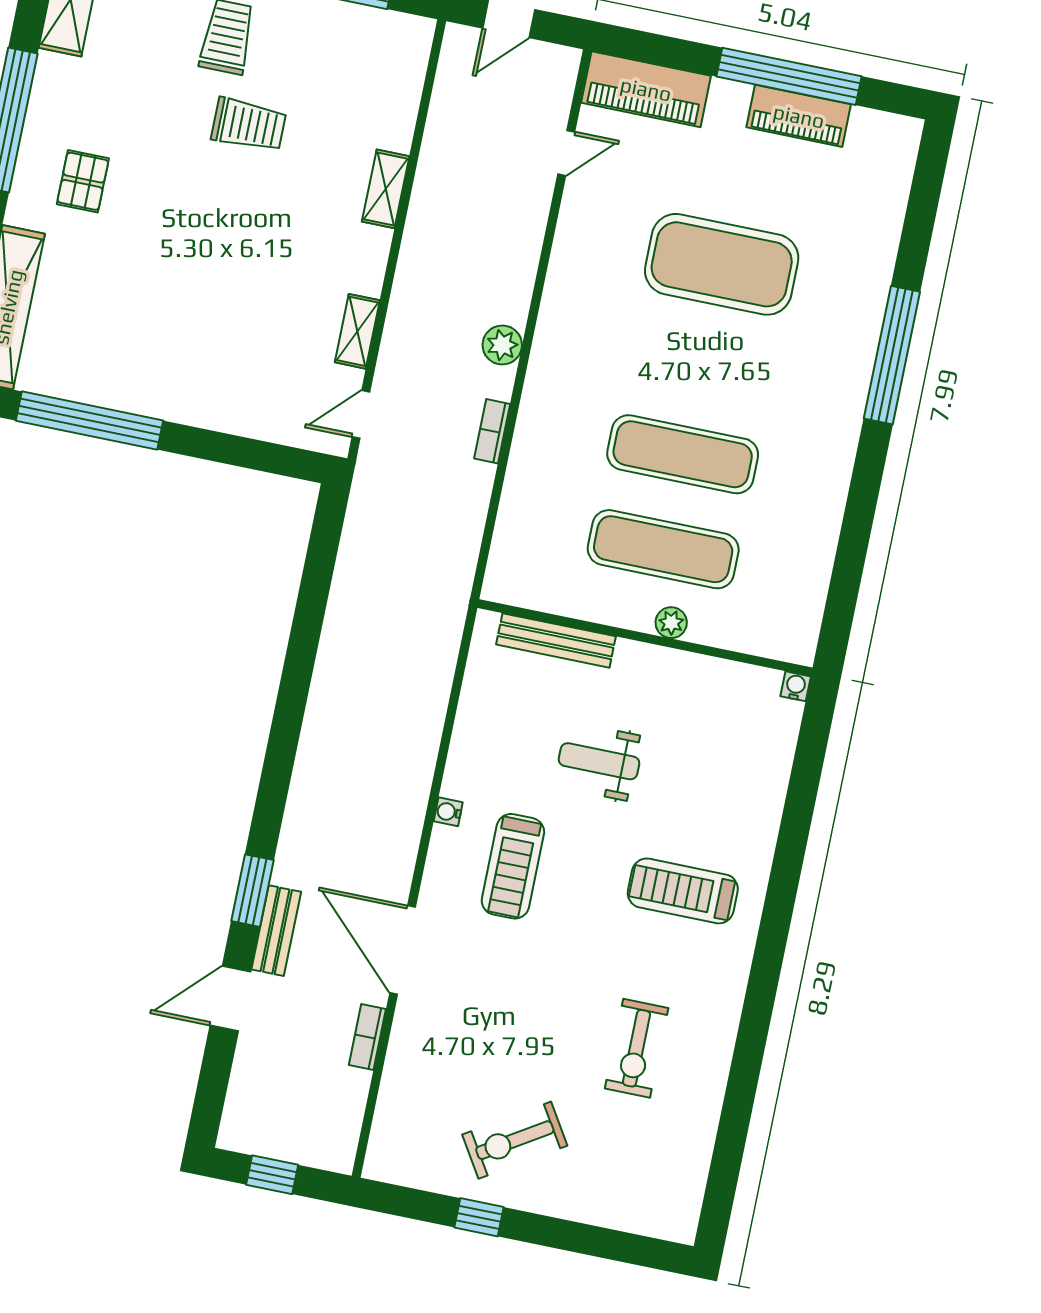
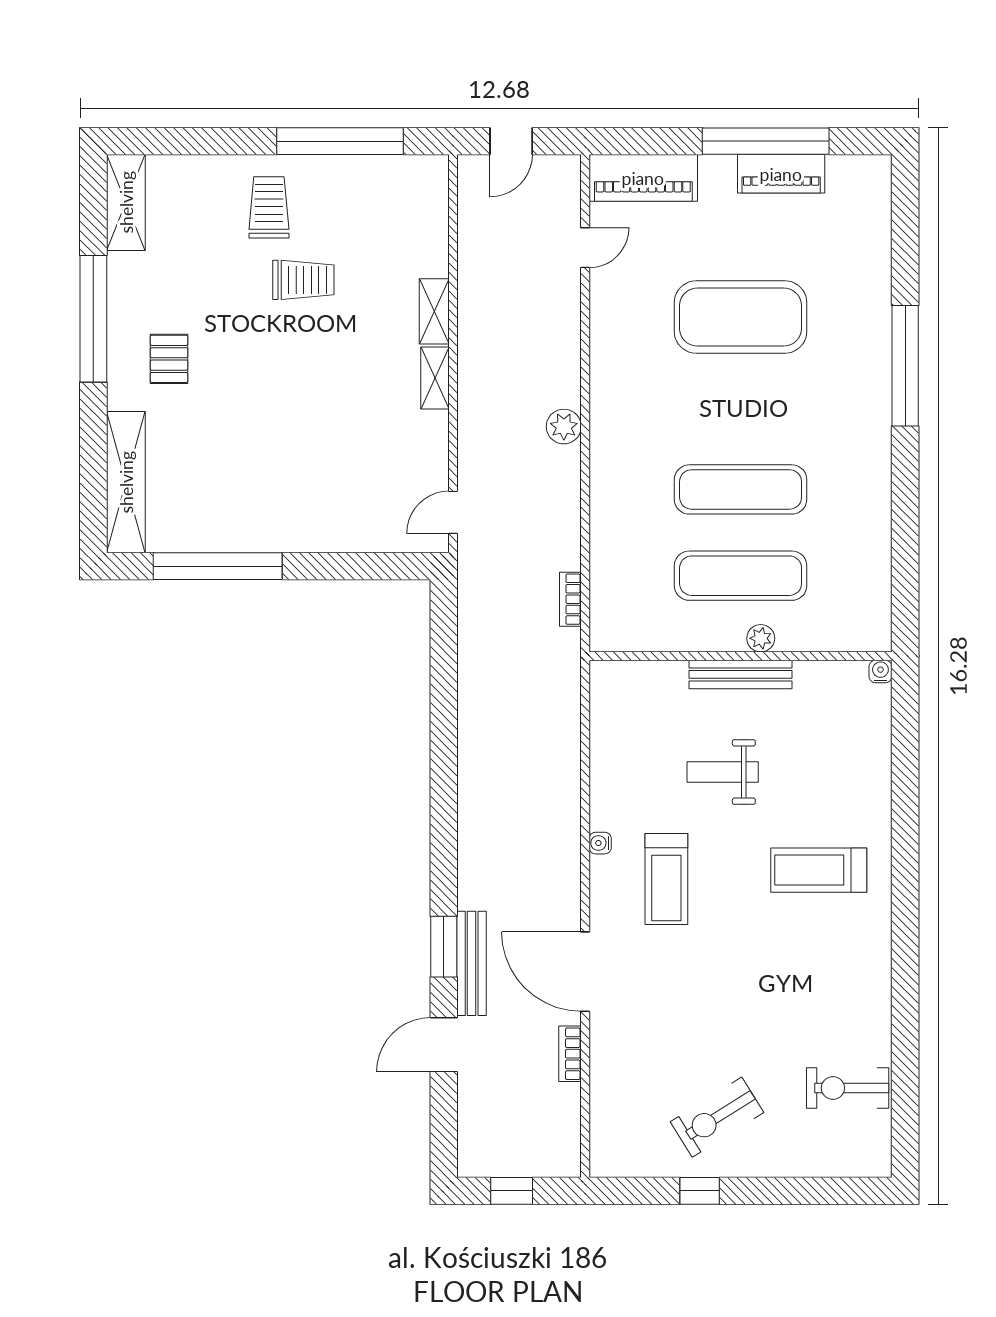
shelving: (357, 331) -> (435, 378), moved
bookcase: (492, 431) -> (570, 599), moved
bench: (556, 640) -> (740, 674), moved
bench: (276, 931) -> (472, 963), width x1.36
exercise bike: (637, 1048) -> (848, 1088), moved, turned 90

